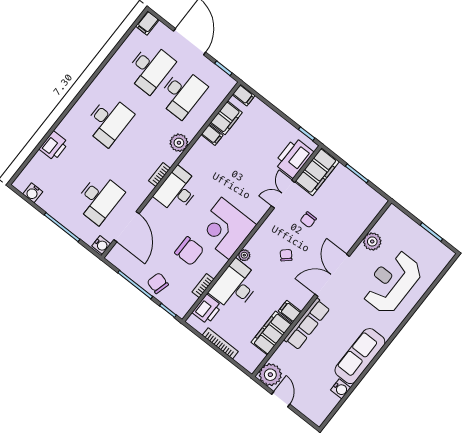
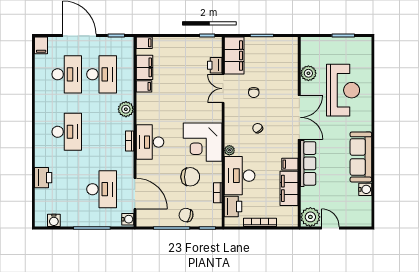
printer: (294, 158) -> (215, 65), width x0.53, depth x0.68
double door: (332, 275) -> (299, 117), swing flipped
reception desk: (392, 282) -> (343, 90), turned 180

